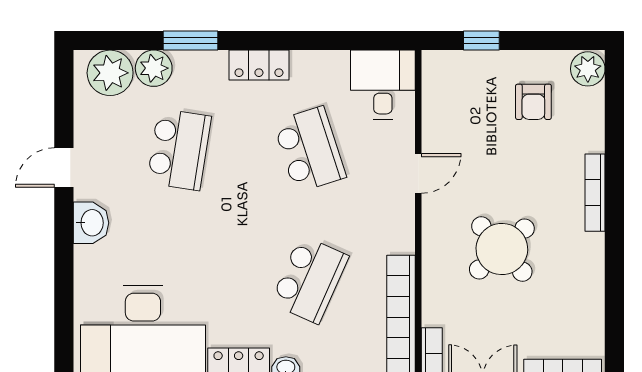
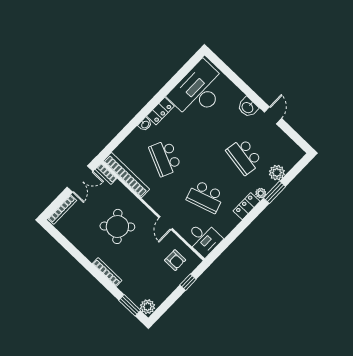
plant: (110, 73) -> (261, 193), moved, width x0.53, depth x0.53
window: (614, 101) -> (130, 305), added
armchair: (533, 102) -> (175, 260), moved, turned 180

